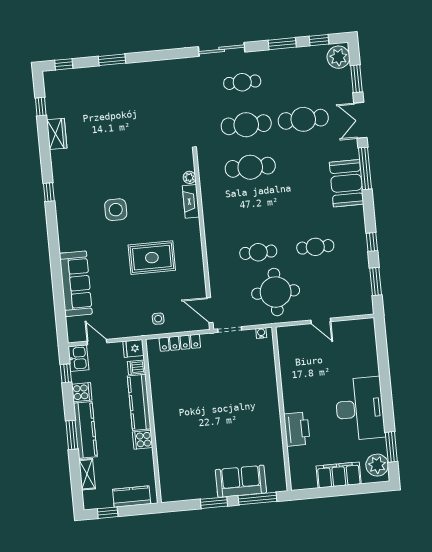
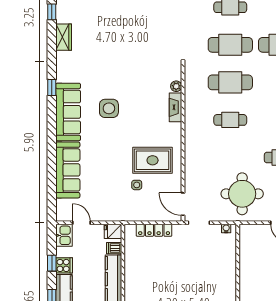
sofa: (70, 218) -> (68, 112), added
cafe table: (258, 252) -> (230, 120), moved
rug: (152, 258) -> (153, 160), moved
side table: (158, 319) -> (137, 185), moved
window: (66, 373) -> (52, 263), moved

